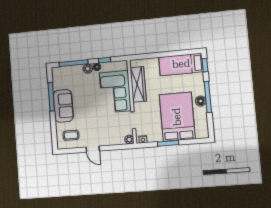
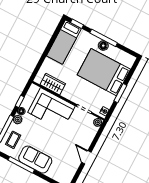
wardrobe: (138, 84) -> (53, 84), width x0.67
coffee table: (71, 135) -> (13, 140), moved
door: (93, 149) -> (86, 157), swing flipped

